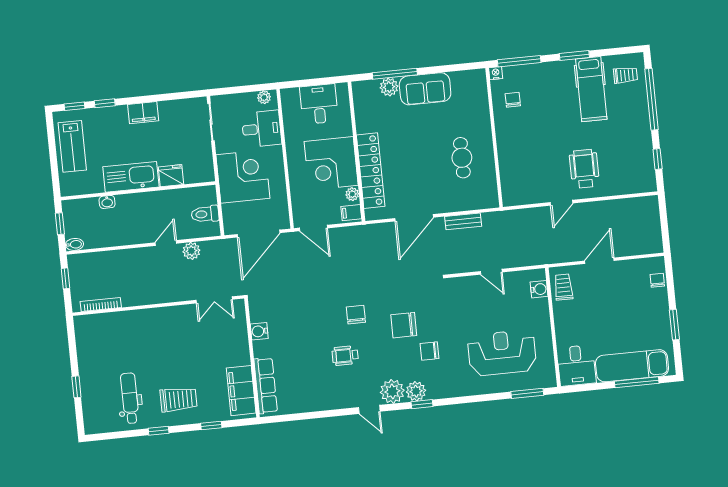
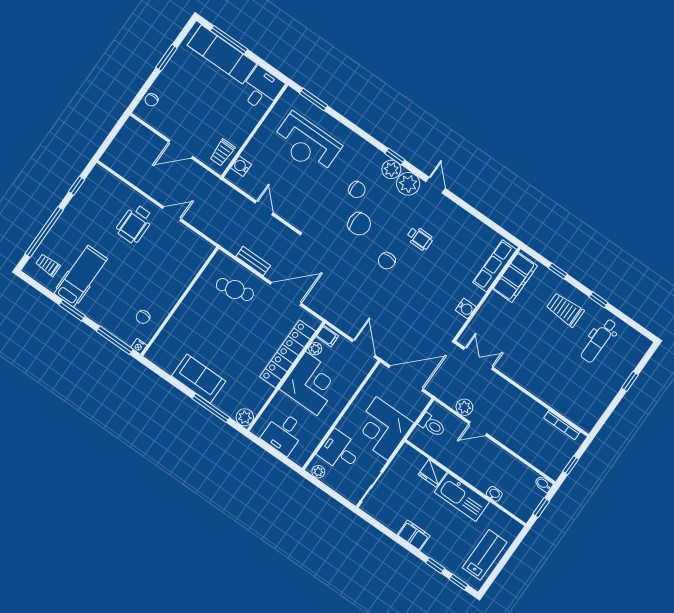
plant: (389, 87) -> (245, 417), moved
cafe table: (462, 158) -> (235, 289), moved, turned 76

